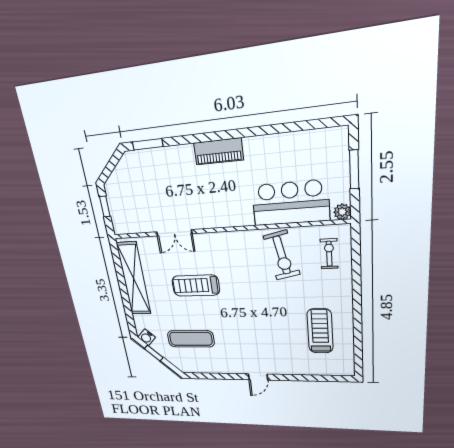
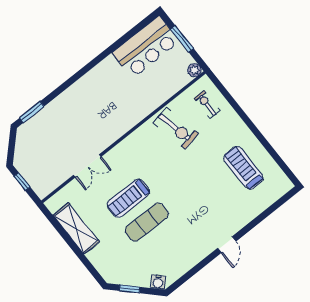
piano: (218, 151) -> (85, 85), removed
bar counter: (290, 203) -> (146, 47), moved, turned 180
shelving: (134, 279) -> (76, 229), width x0.68
water cooler: (147, 337) -> (158, 282), moved
exercise mat: (191, 339) -> (147, 222), moved

